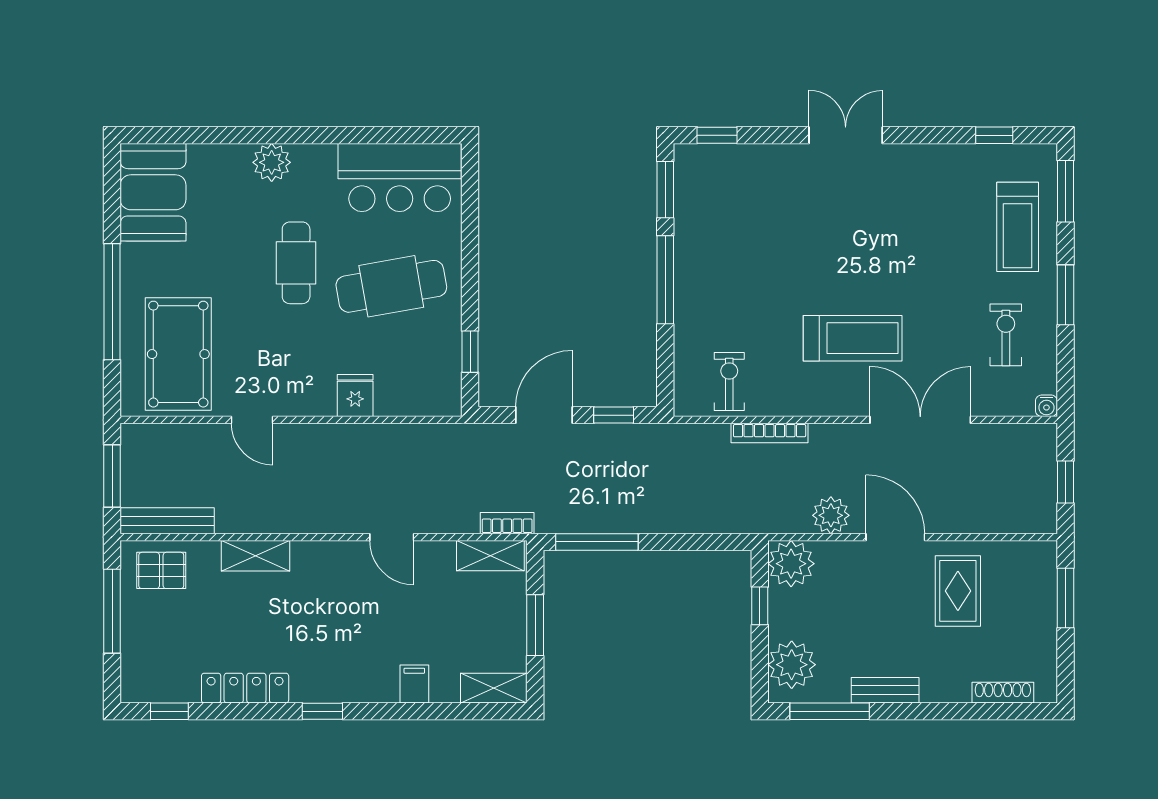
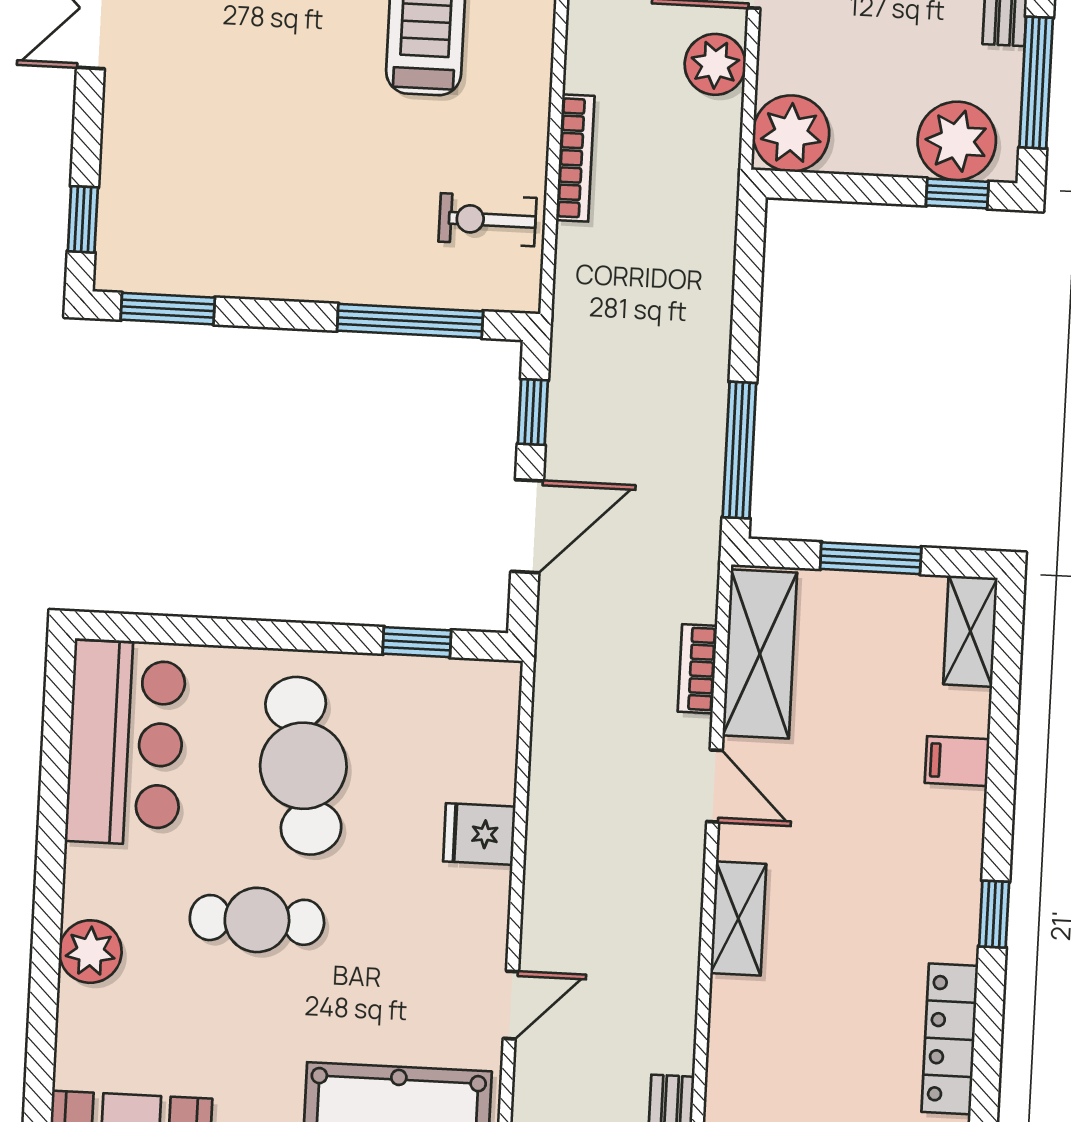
window: (665, 280) -> (410, 321), moved
door: (544, 415) -> (527, 526), swing flipped
bookcase: (507, 523) -> (697, 669), moved
door: (392, 537) -> (714, 786), hinge flipped
shelving: (256, 556) -> (738, 919), moved
shelving: (490, 556) -> (760, 654), width x1.50, depth x1.33
window: (760, 606) -> (957, 194), moved

